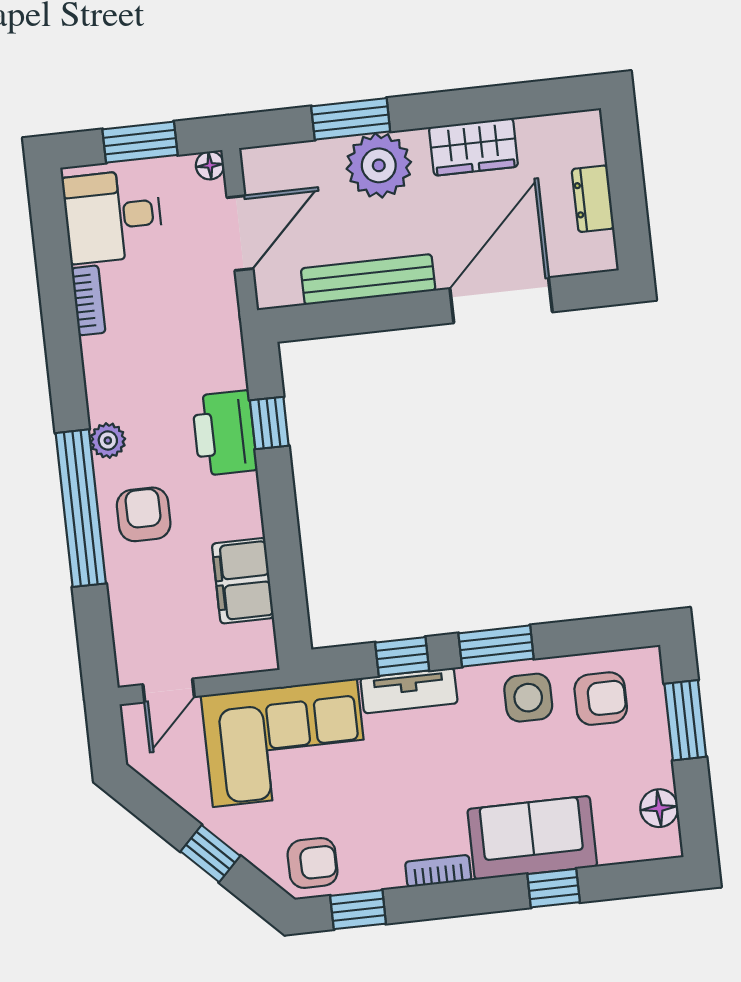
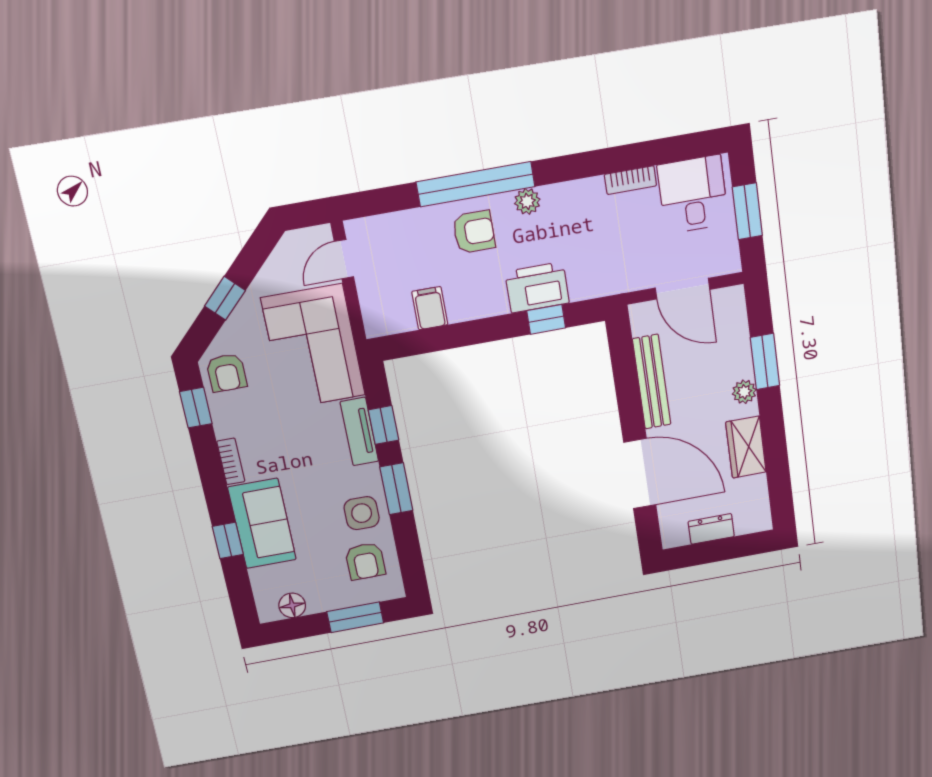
floor lamp: (210, 165) -> (731, 264), removed
plant: (379, 165) -> (744, 392), width x0.53, depth x0.53
filing cabinet: (243, 581) -> (430, 308), width x0.50
door: (169, 691) -> (344, 259), hinge flipped

